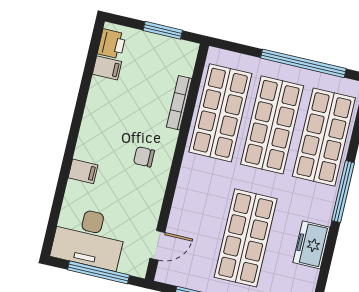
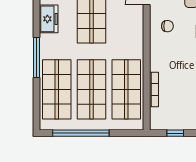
window: (163, 30) -> (175, 133), width x0.67
chair: (144, 157) -> (167, 26), moved

